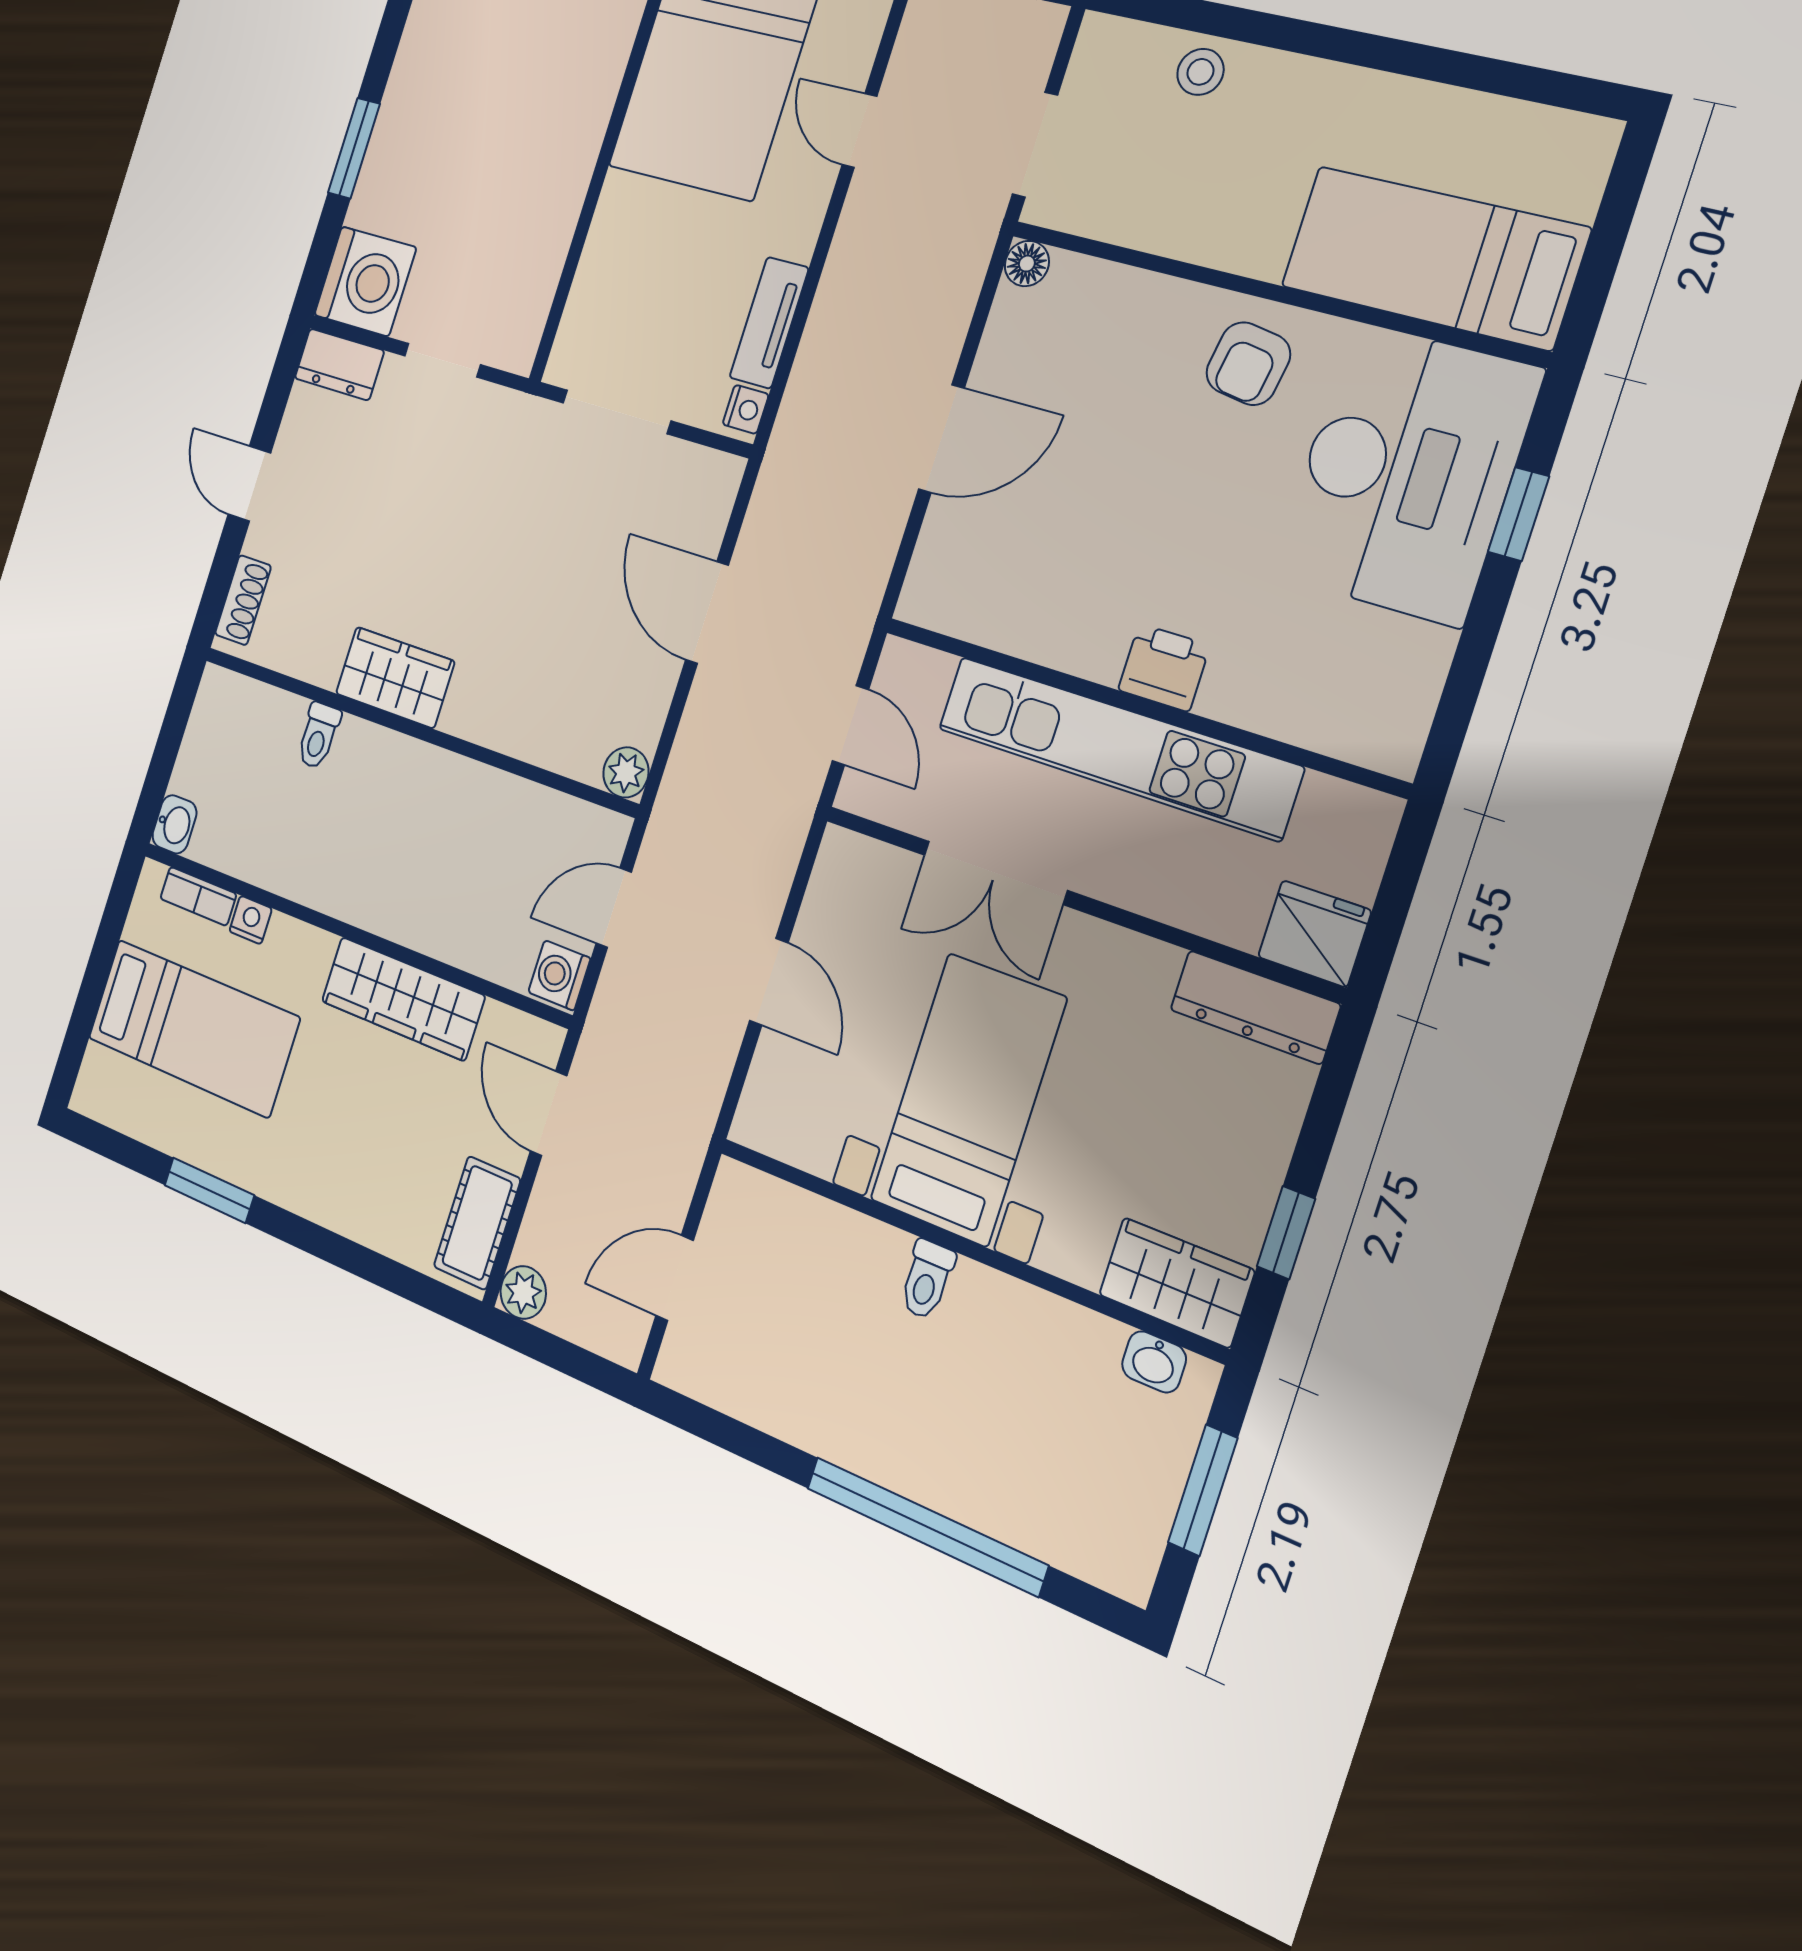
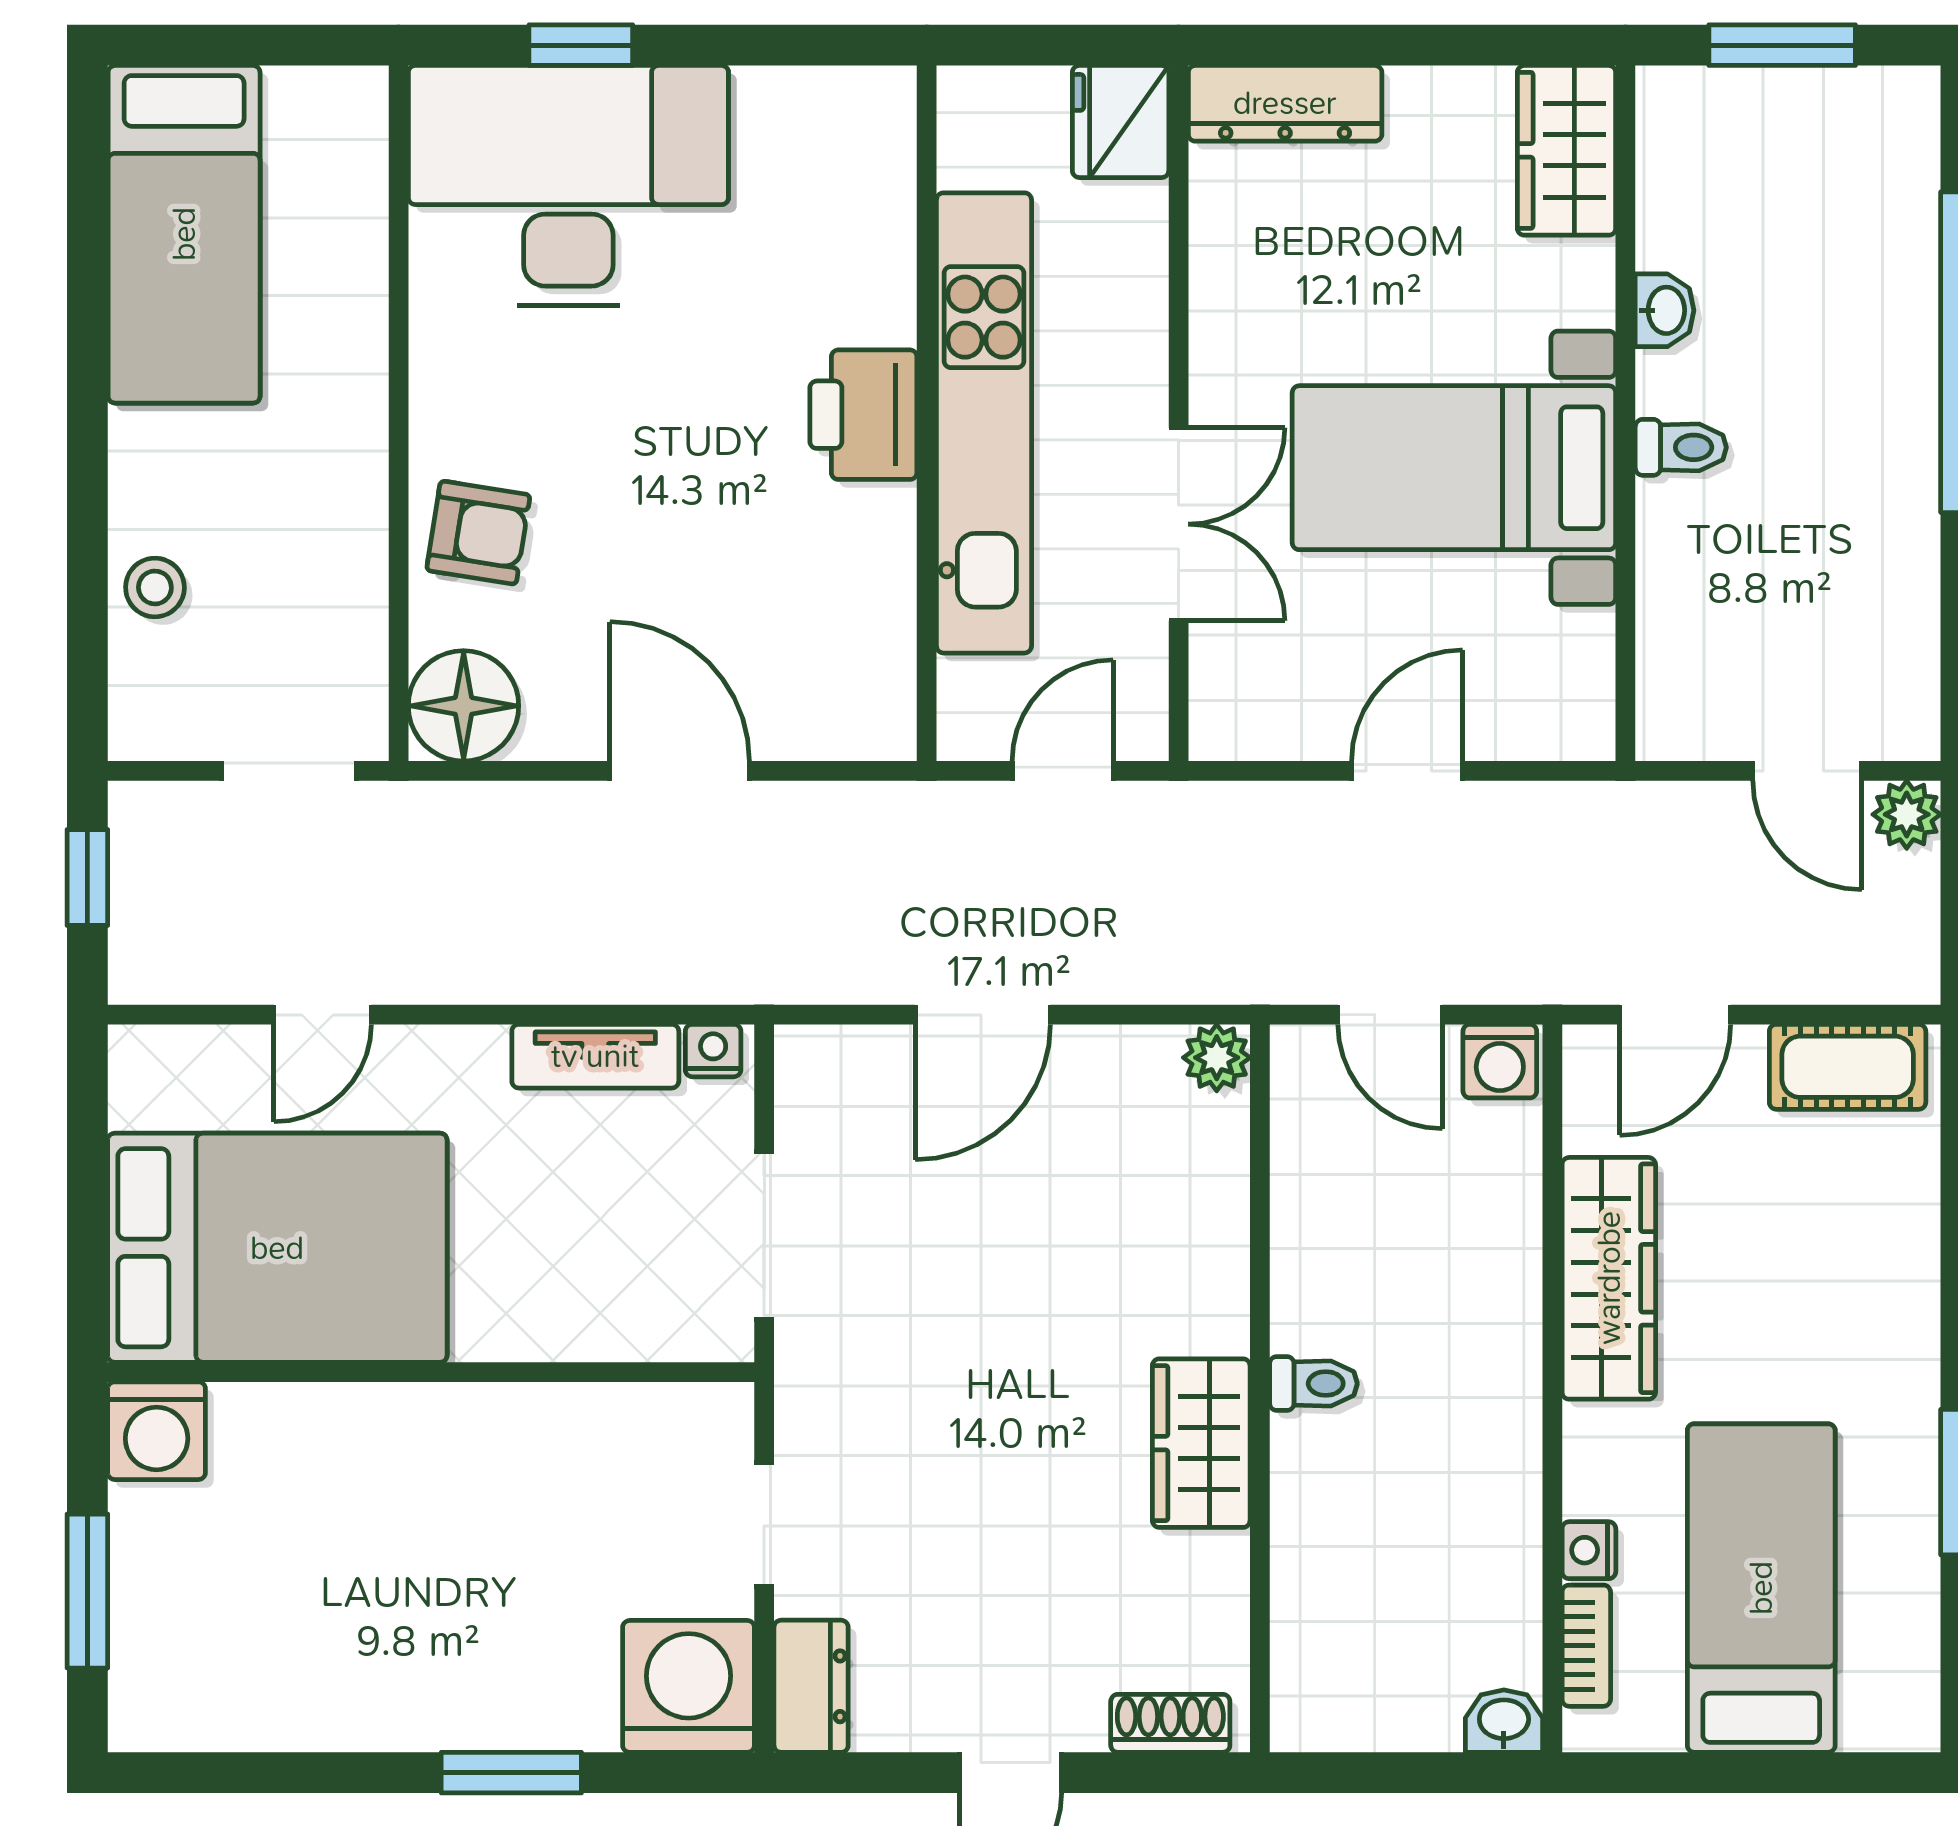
bed: (1434, 257) -> (184, 234), moved
floor lamp: (1027, 264) -> (464, 706), width x1.89, depth x1.89
armchair: (1248, 364) -> (478, 533), moved
printer: (1164, 668) -> (863, 415), width x1.36, depth x1.24
toilet: (318, 736) -> (1313, 1384), moved
dresser: (1255, 1007) -> (1285, 103), moved, turned 90
window: (1286, 1233) -> (1463, 45), removed
plant: (523, 1292) -> (1907, 814), moved
washbasin: (1154, 1362) -> (1665, 310), moved

